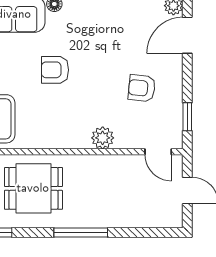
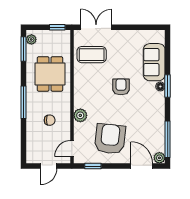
armchair: (142, 88) -> (110, 139), width x1.88, depth x1.88
chair: (111, 189) -> (50, 120), added

